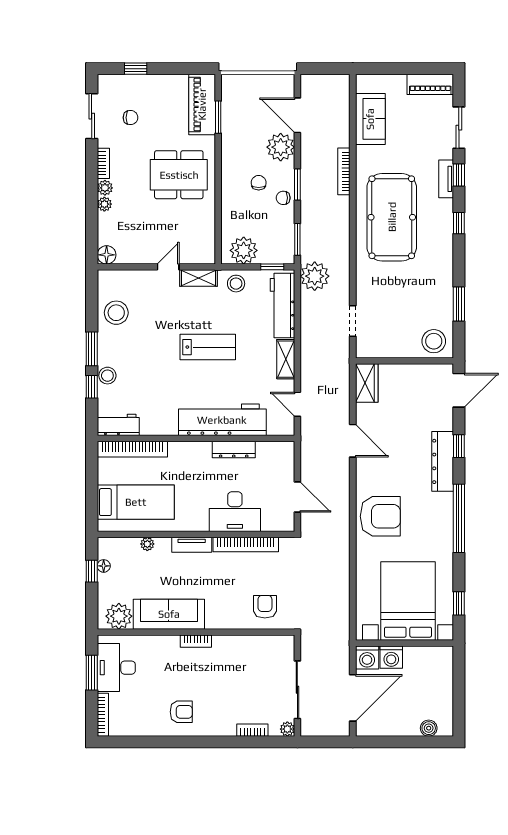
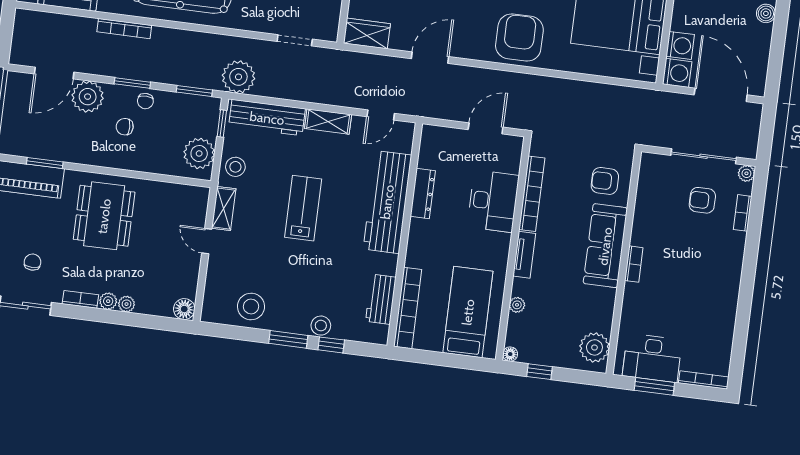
workbench: (118, 425) -> (381, 299), moved
floor lamp: (104, 566) -> (510, 354), moved
sofa: (169, 614) -> (605, 246), moved
armchair: (181, 712) -> (702, 200), moved, turned -90

